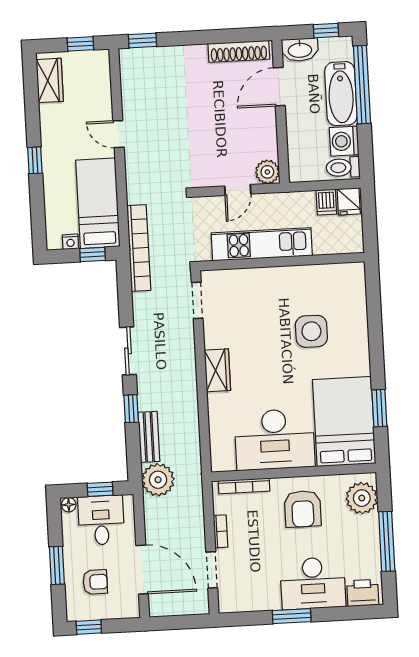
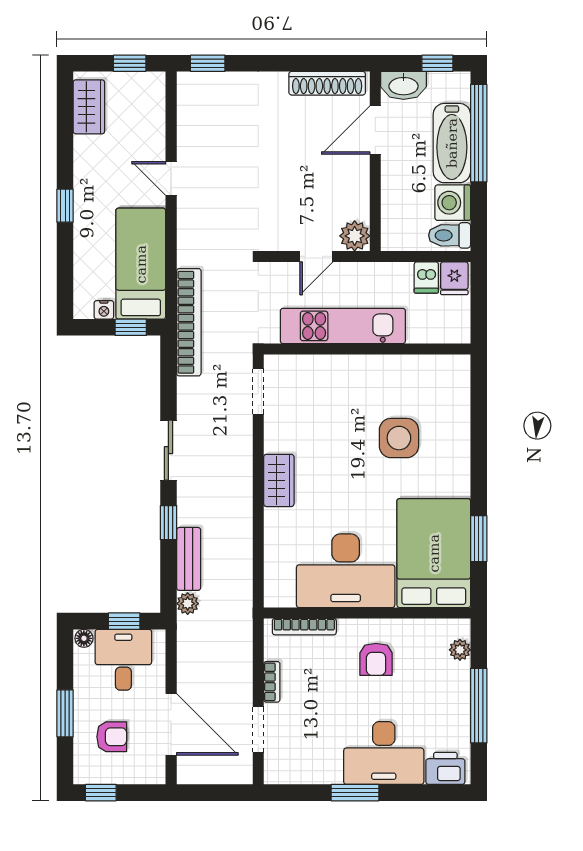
plant: (158, 480) -> (188, 604), width x0.53, depth x0.53
plant: (362, 498) -> (460, 650), width x0.53, depth x0.53
armchair: (303, 509) -> (376, 659), width x0.72, depth x0.72

